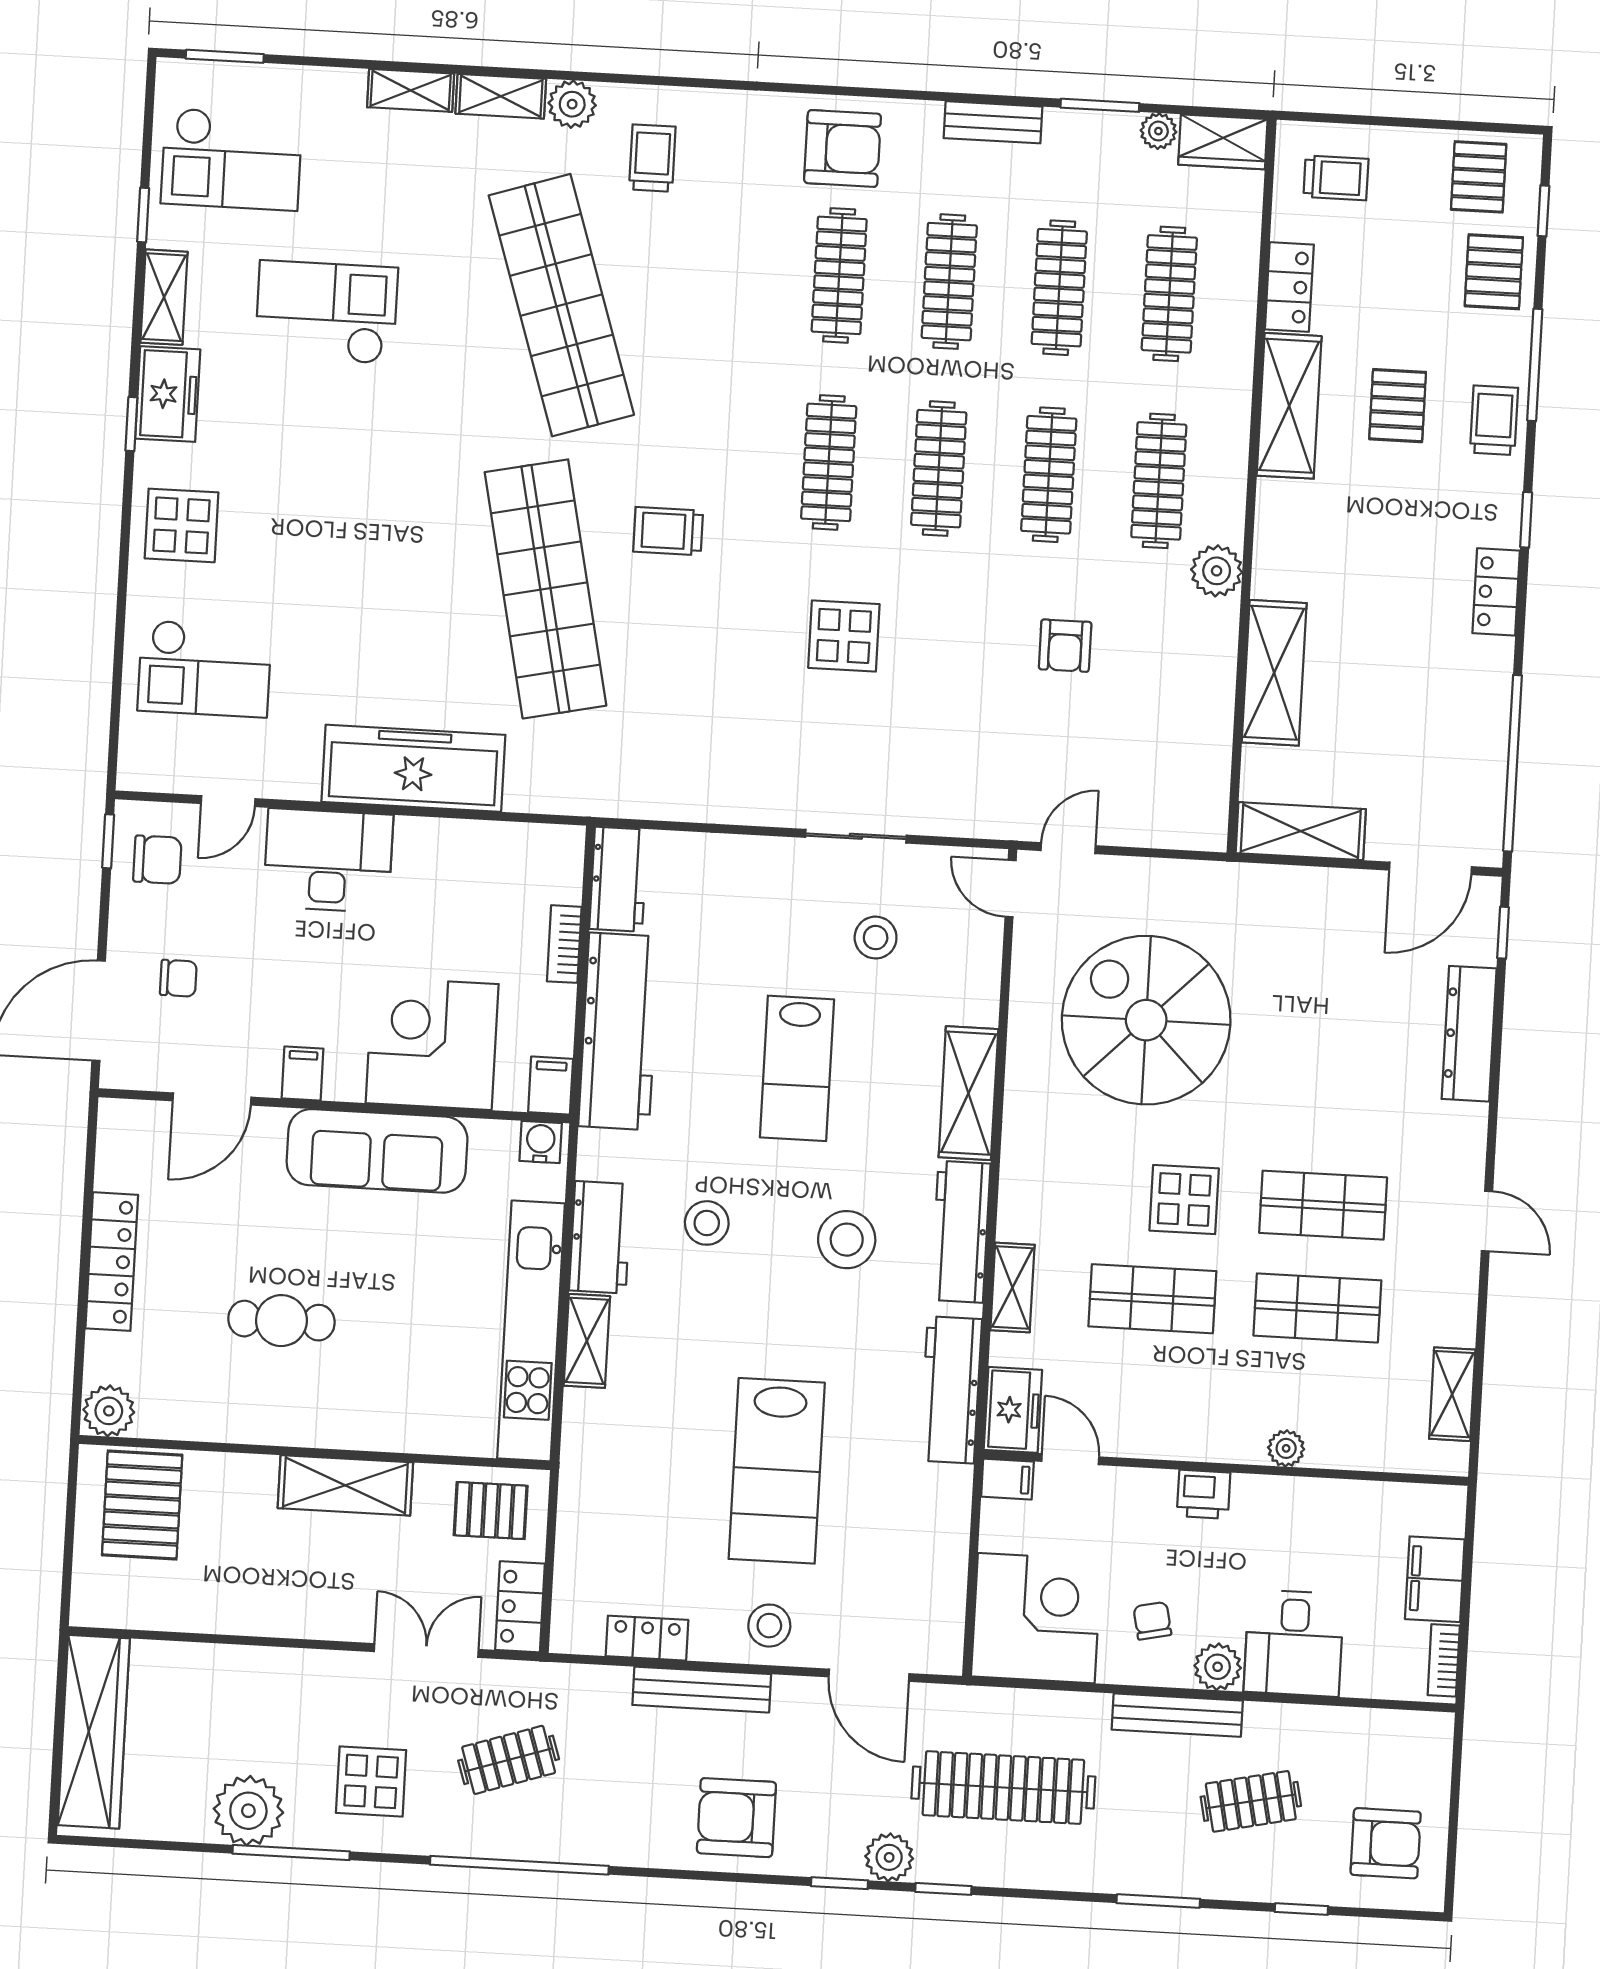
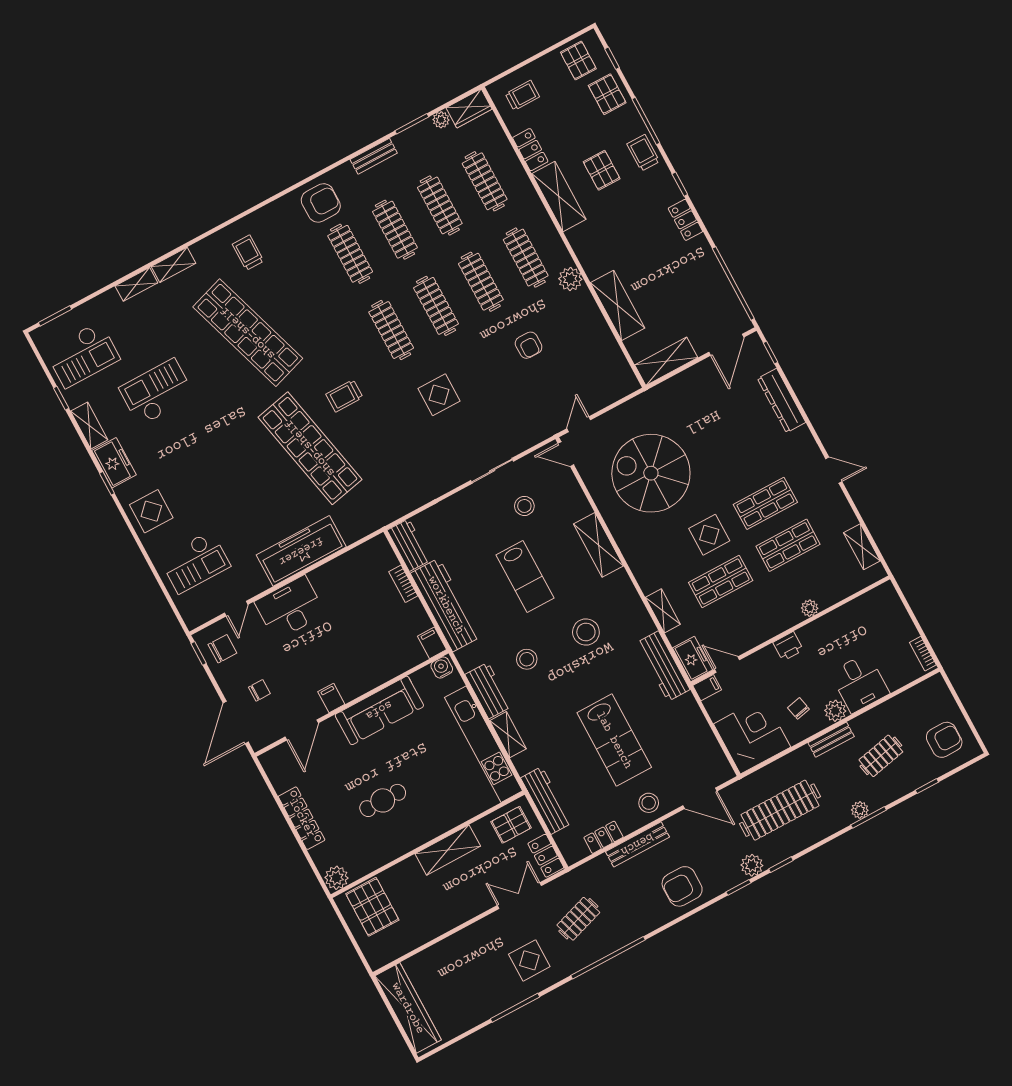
plant: (572, 104) -> (203, 251), removed
corner desk: (432, 1044) -> (375, 655), removed
workbench: (961, 1232) -> (546, 800), moved, turned 180
filing cabinet: (1435, 1579) -> (900, 624), removed
bench: (1177, 1715) -> (831, 740), width x0.73
plant: (248, 1811) -> (860, 810), moved, width x0.53, depth x0.53

